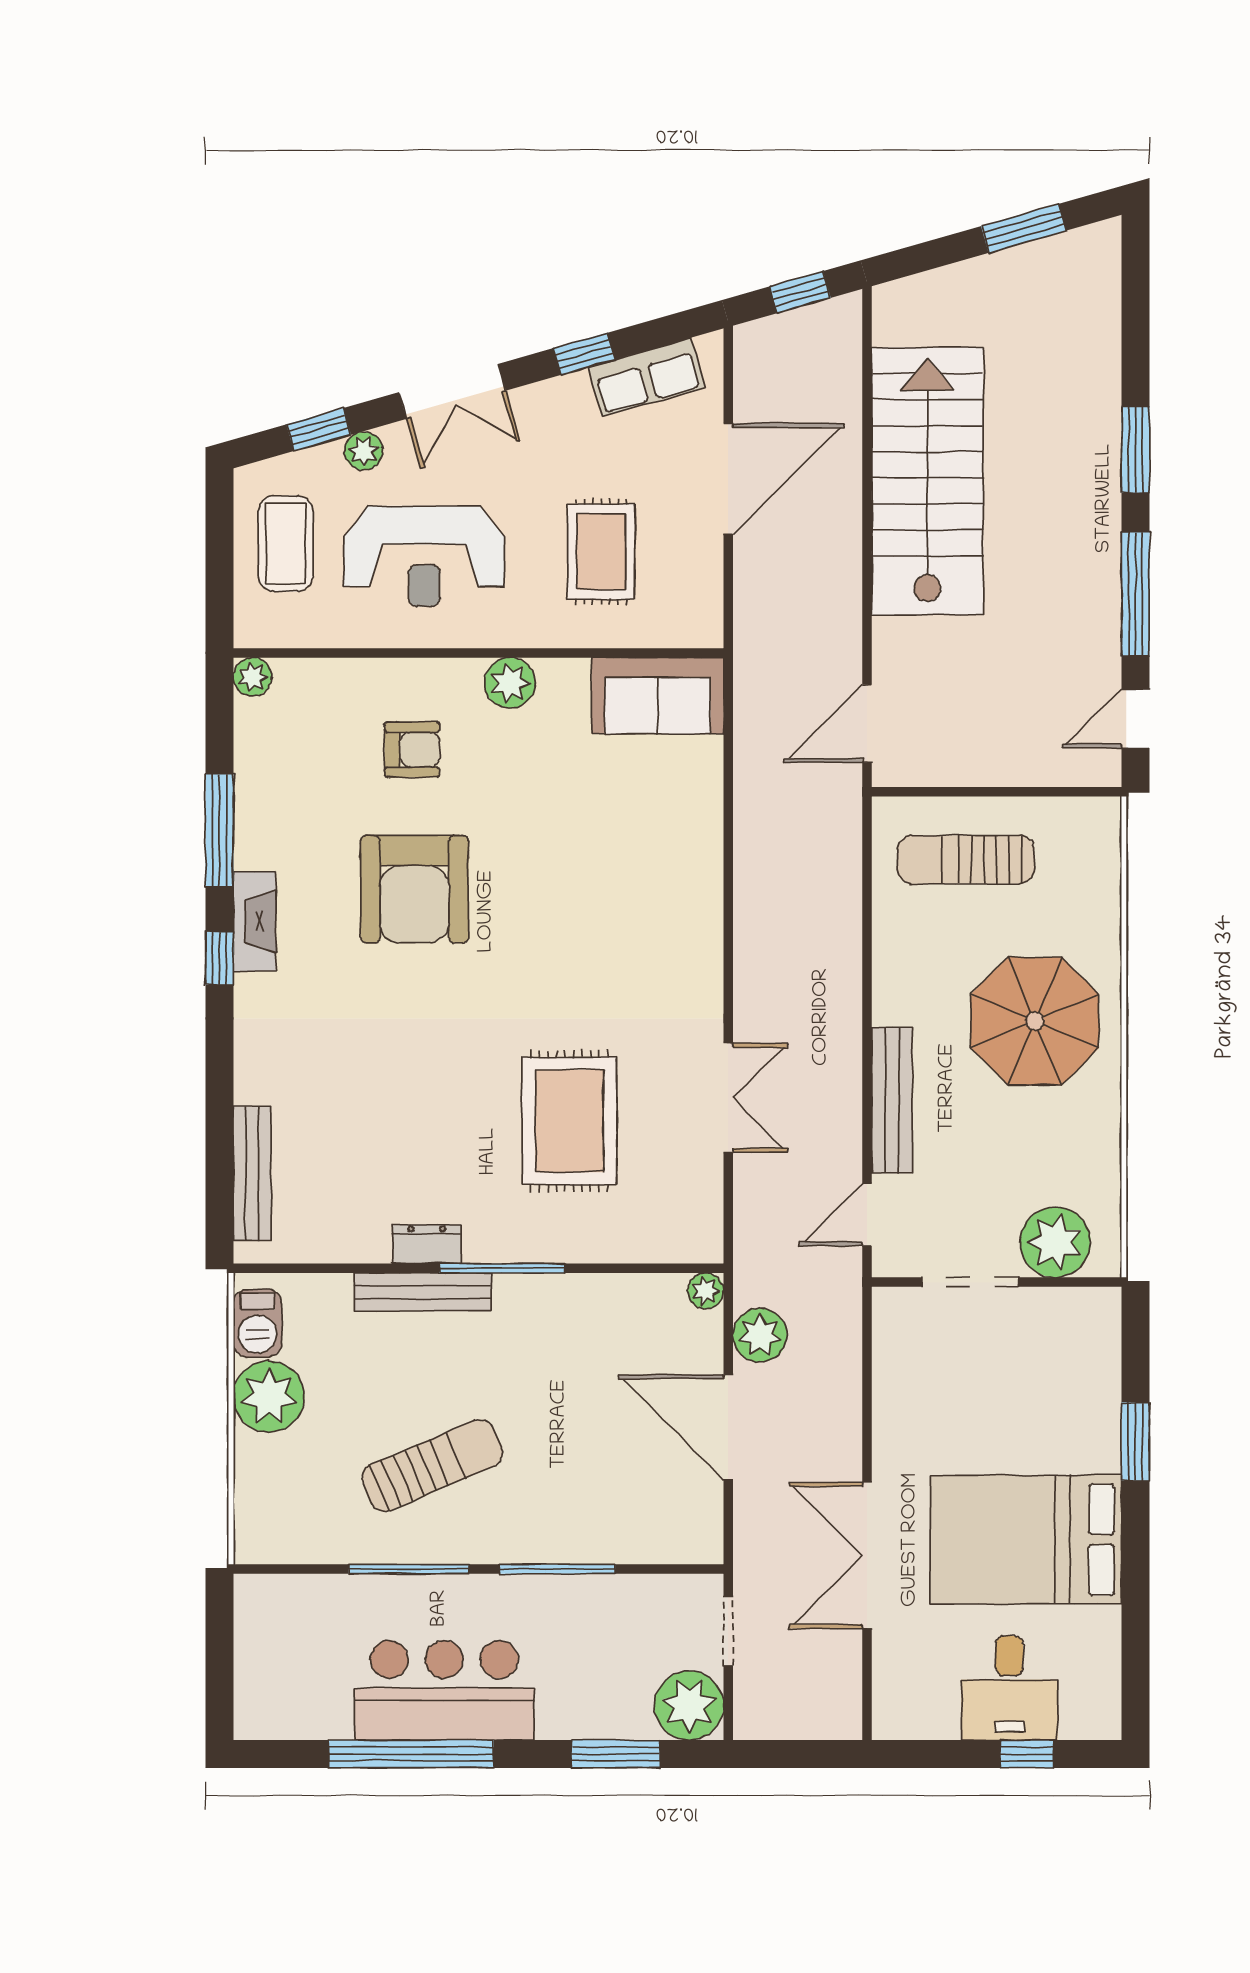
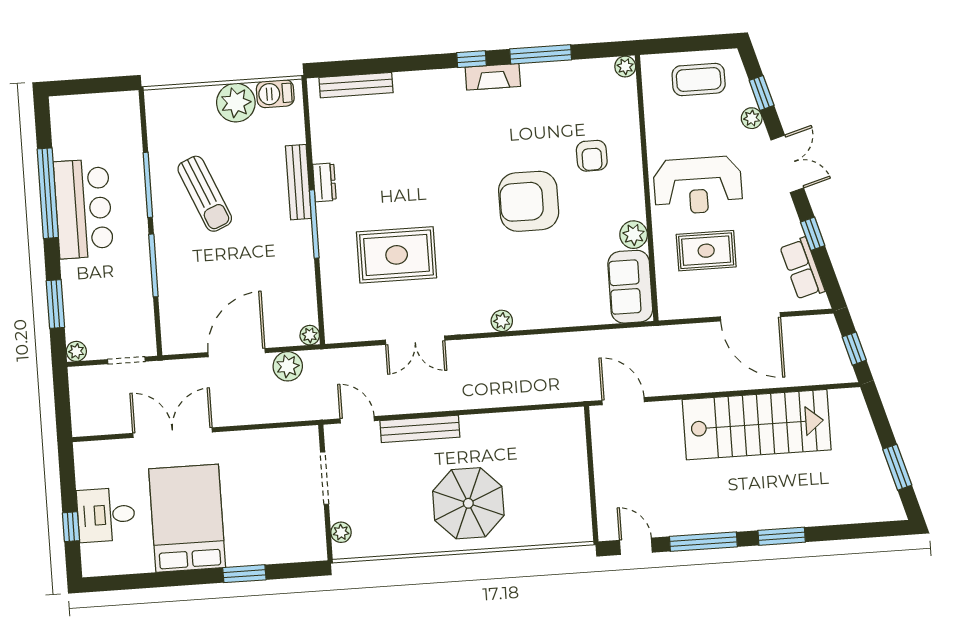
double door: (452, 391) -> (787, 164), swing flipped
reception desk: (424, 556) -> (698, 185), moved, turned -90
plant: (510, 683) -> (634, 235), moved
sun lounger: (966, 860) -> (553, 460), removed
armchair: (415, 889) -> (529, 201), moved
plant: (704, 936) -> (502, 321), added
plant: (1055, 1242) -> (341, 532), width x0.53, depth x0.53
plant: (689, 1706) -> (76, 351), width x0.53, depth x0.53

